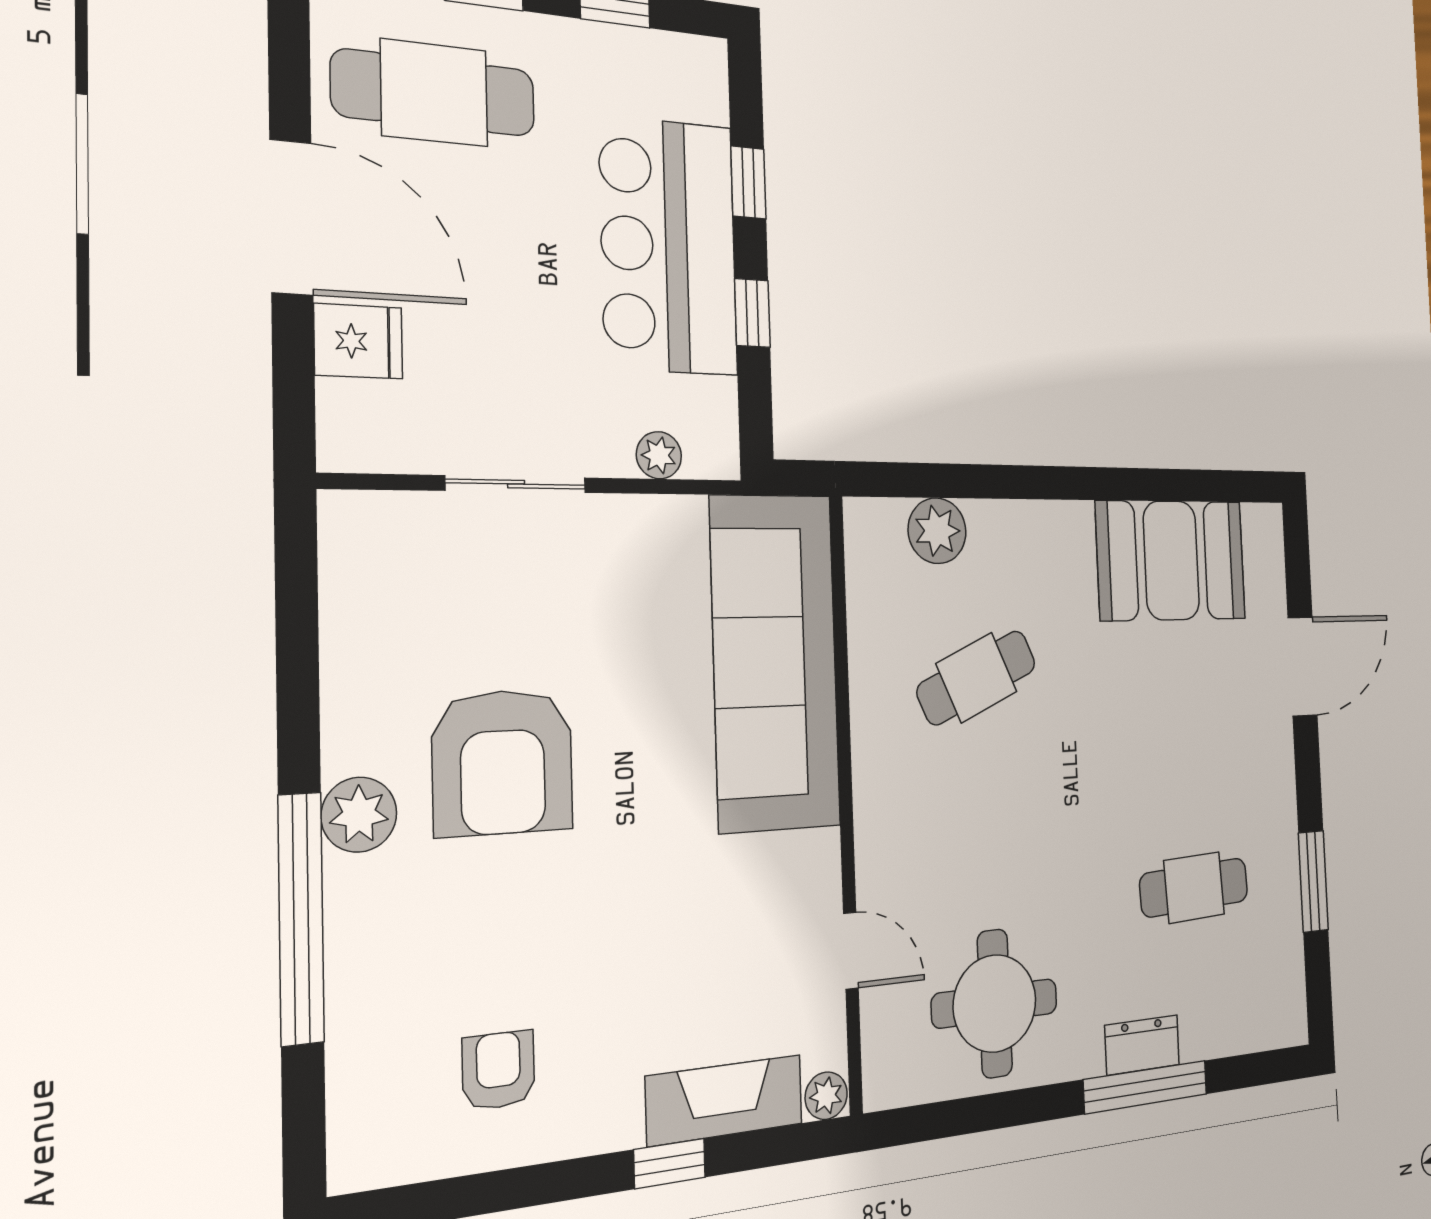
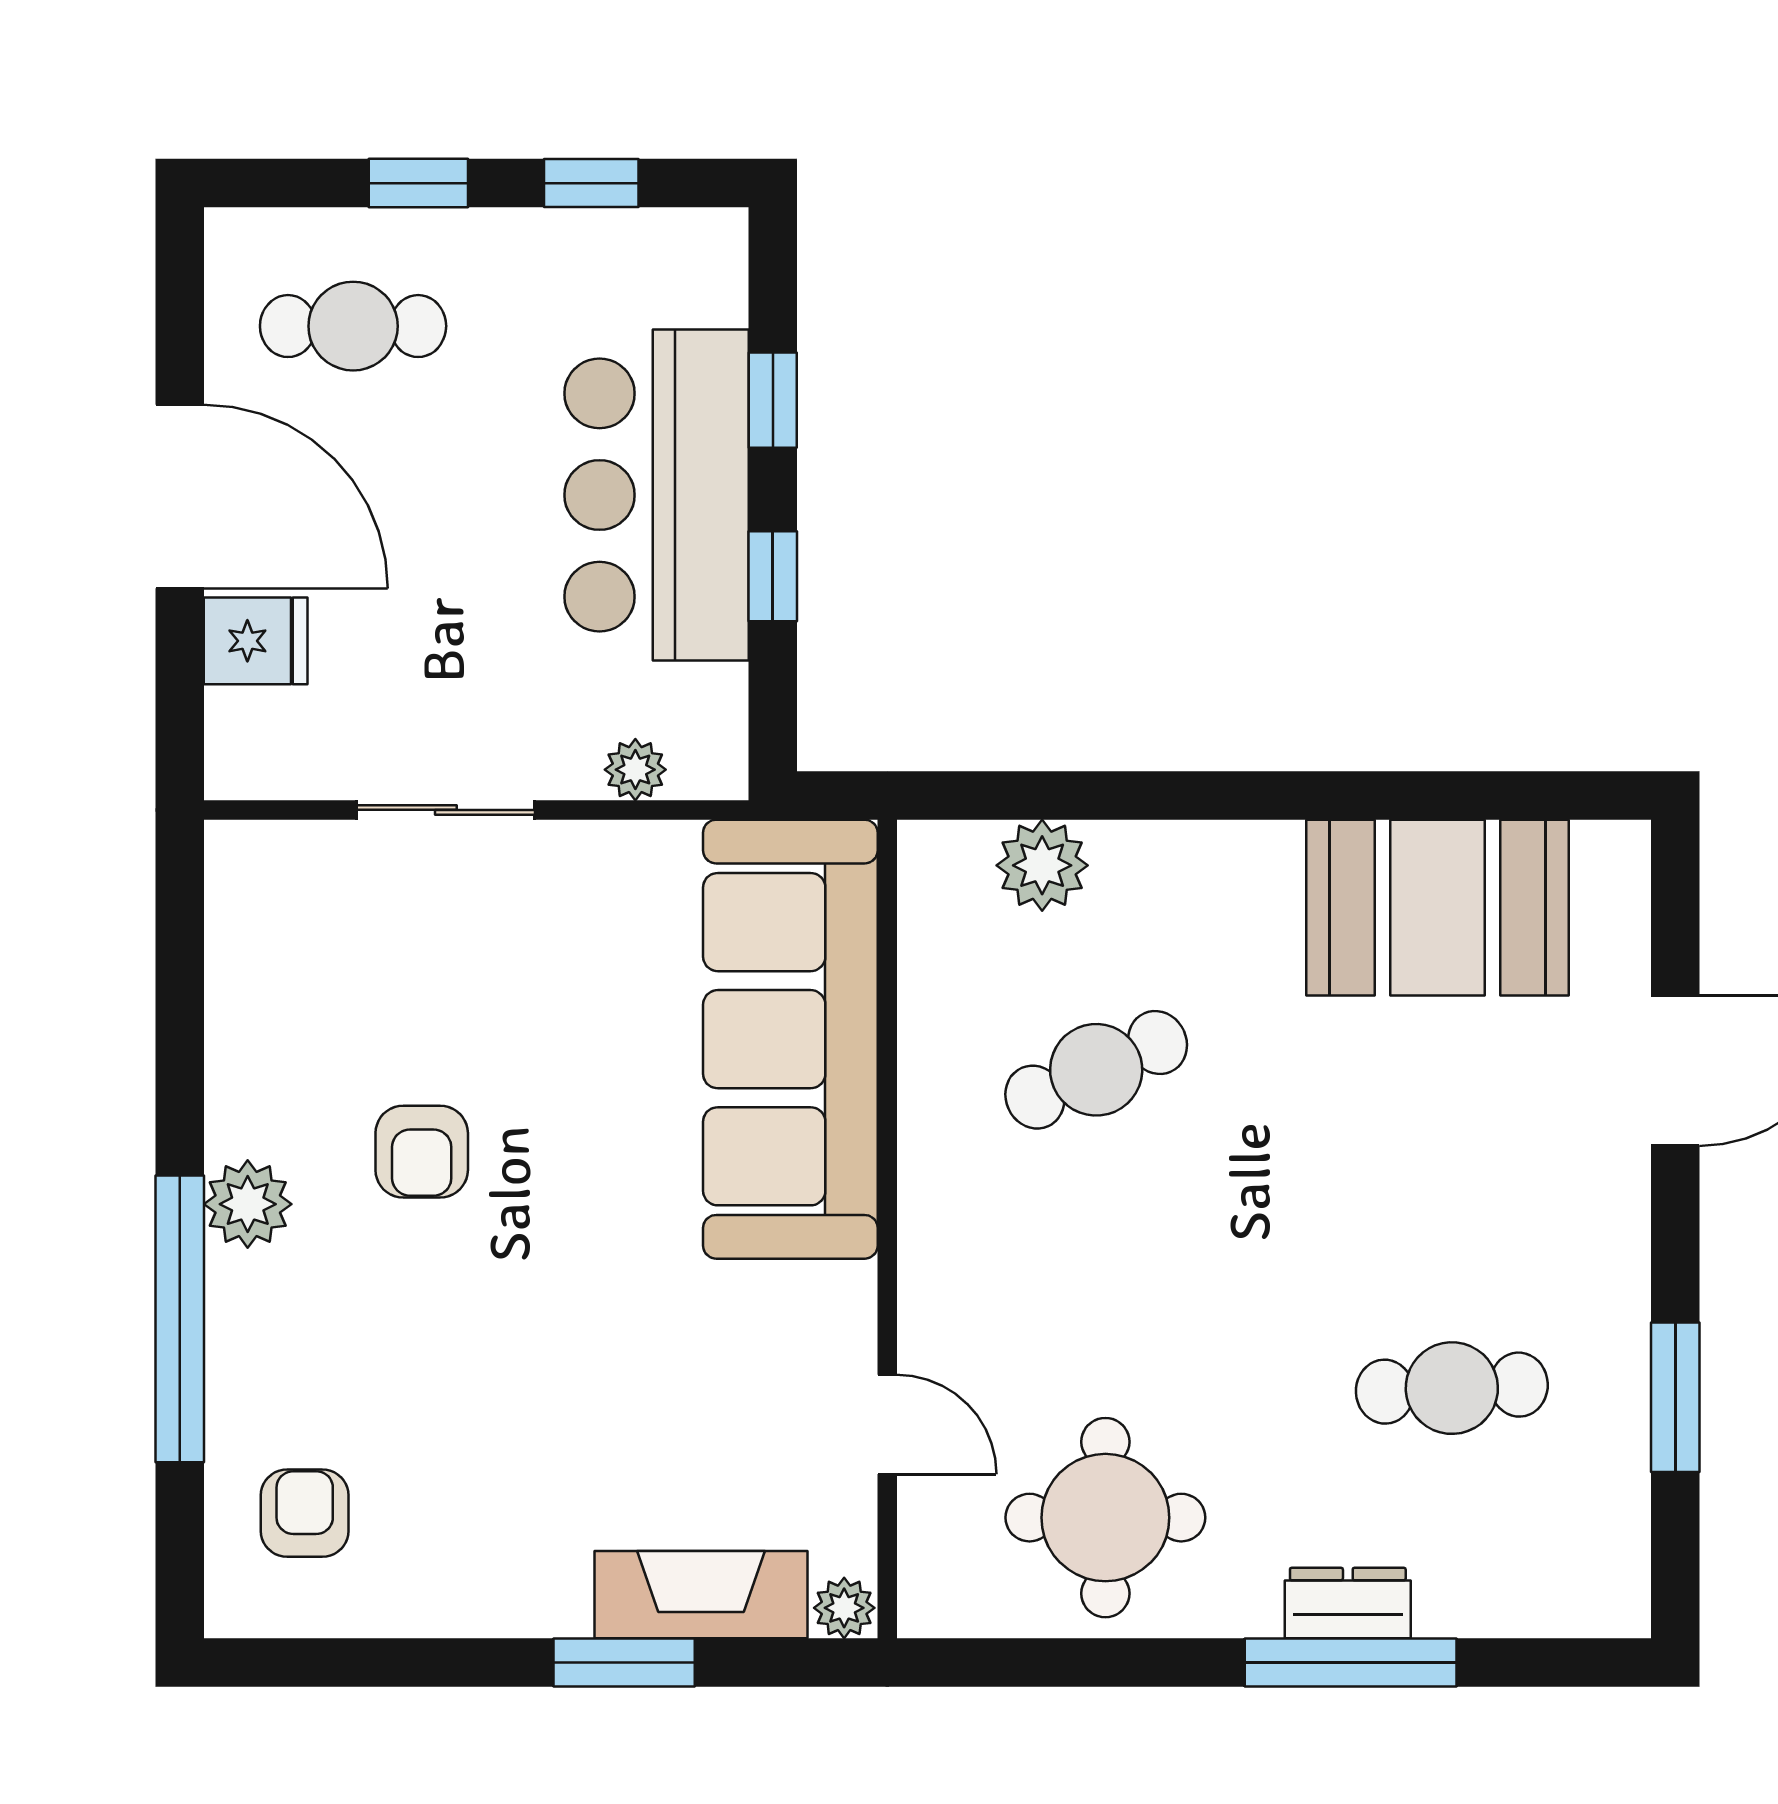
cafe table: (434, 93) -> (353, 326), width x0.73, depth x0.74
armchair: (503, 762) -> (422, 1152), width x0.53, depth x0.53
armchair: (498, 1070) -> (305, 1513), moved
window: (670, 1164) -> (624, 1662), width x1.50

